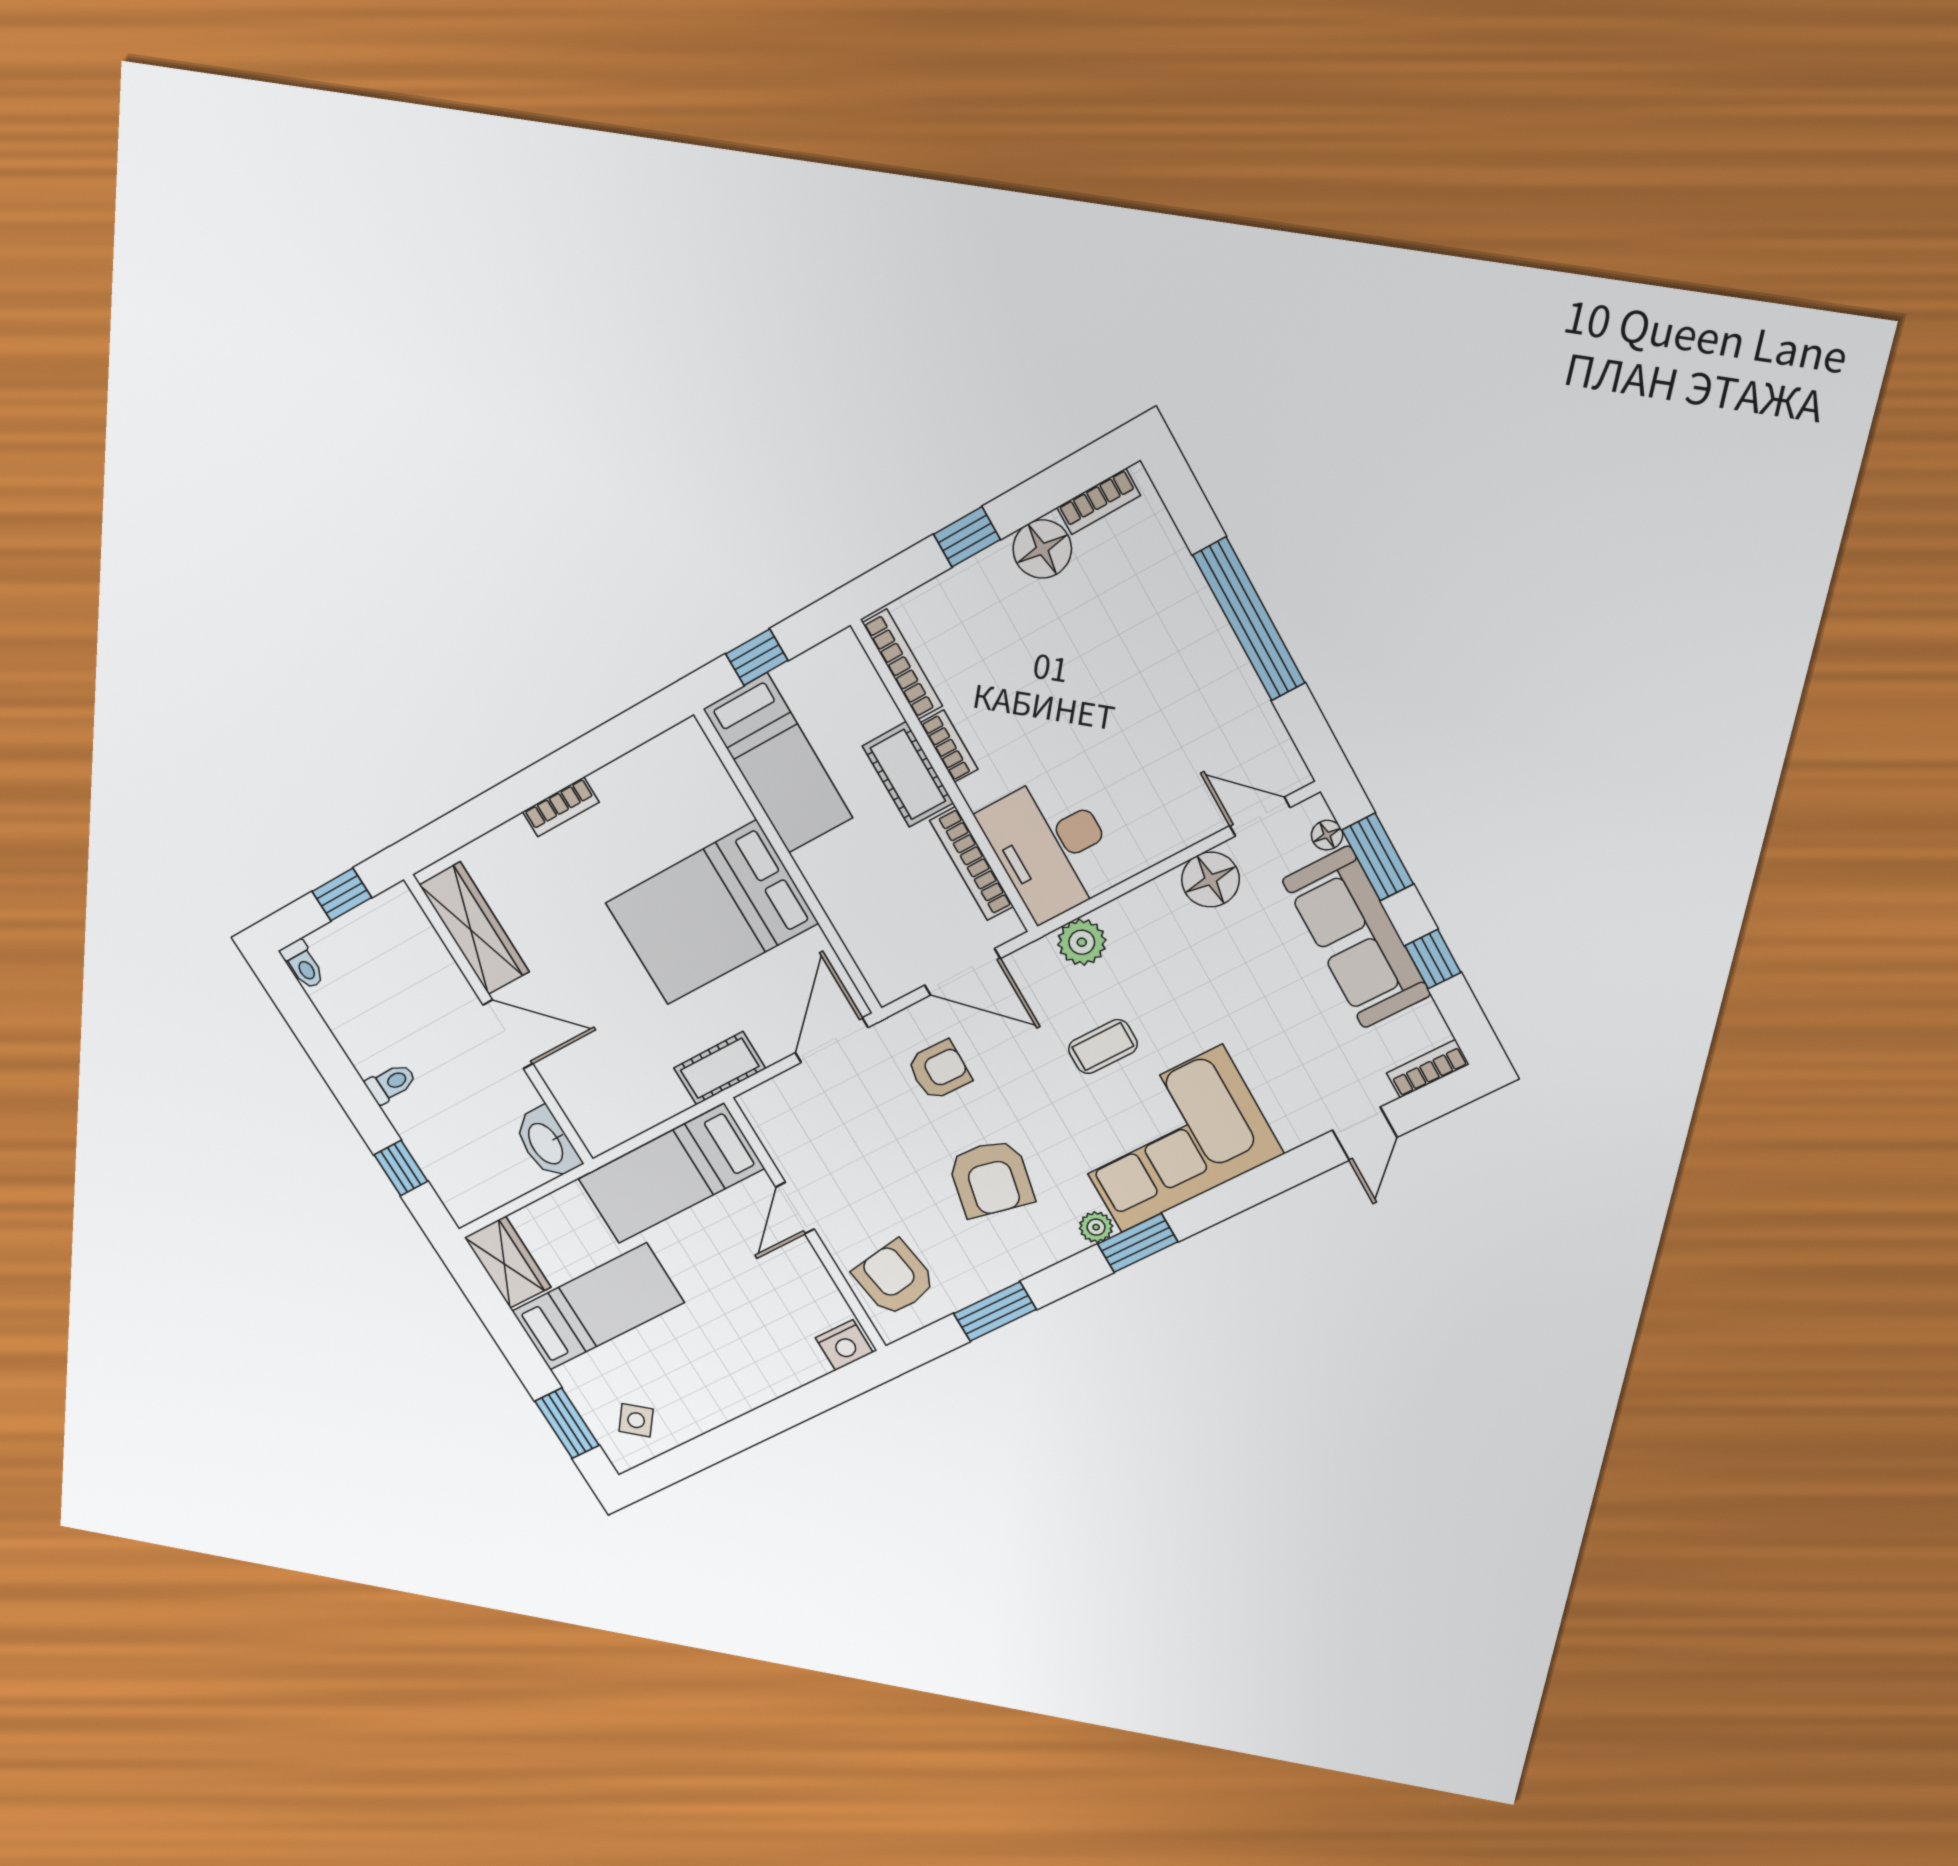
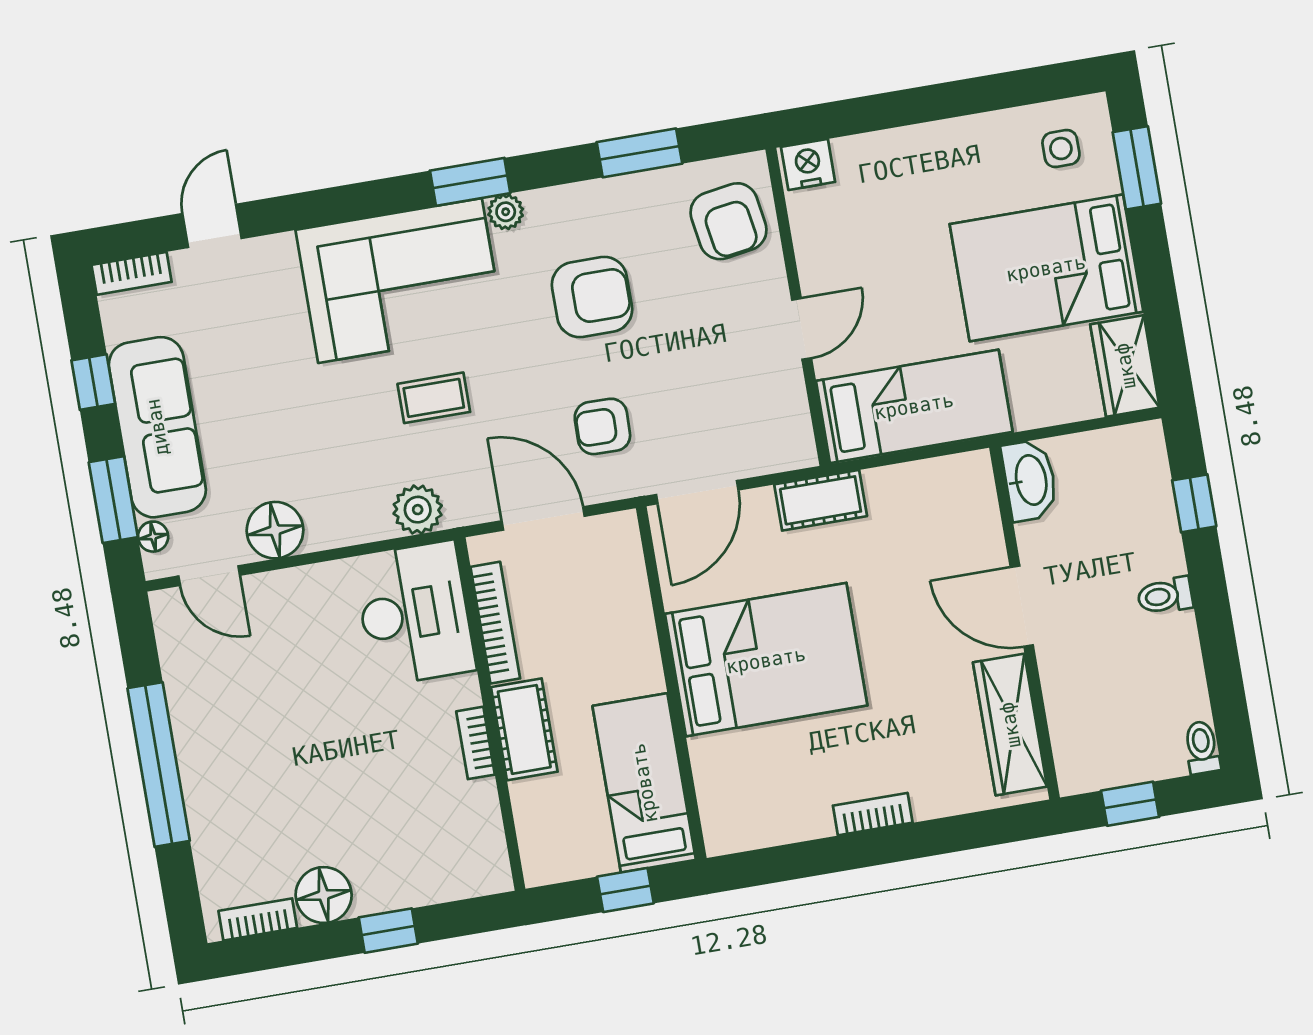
bookcase: (902, 665) -> (491, 835), removed
armchair: (991, 1178) -> (592, 297), turned 78
bed: (598, 1307) -> (1046, 268), width x1.50
side table: (636, 1420) -> (1061, 148), turned -38

